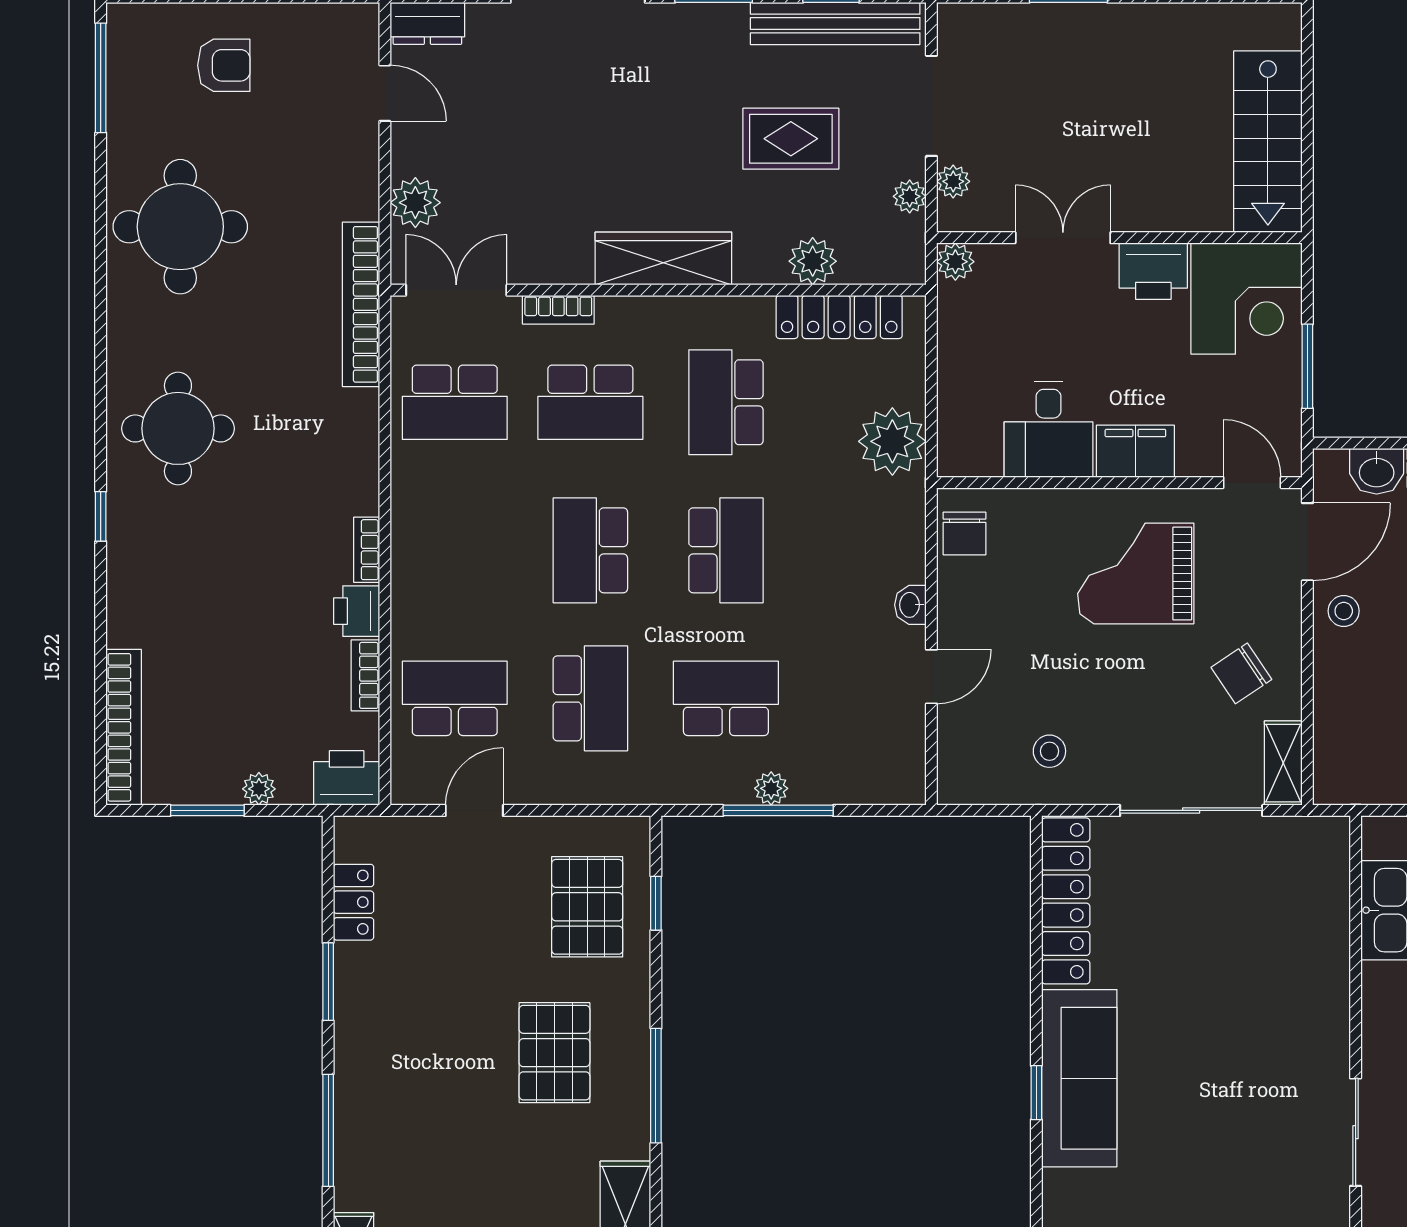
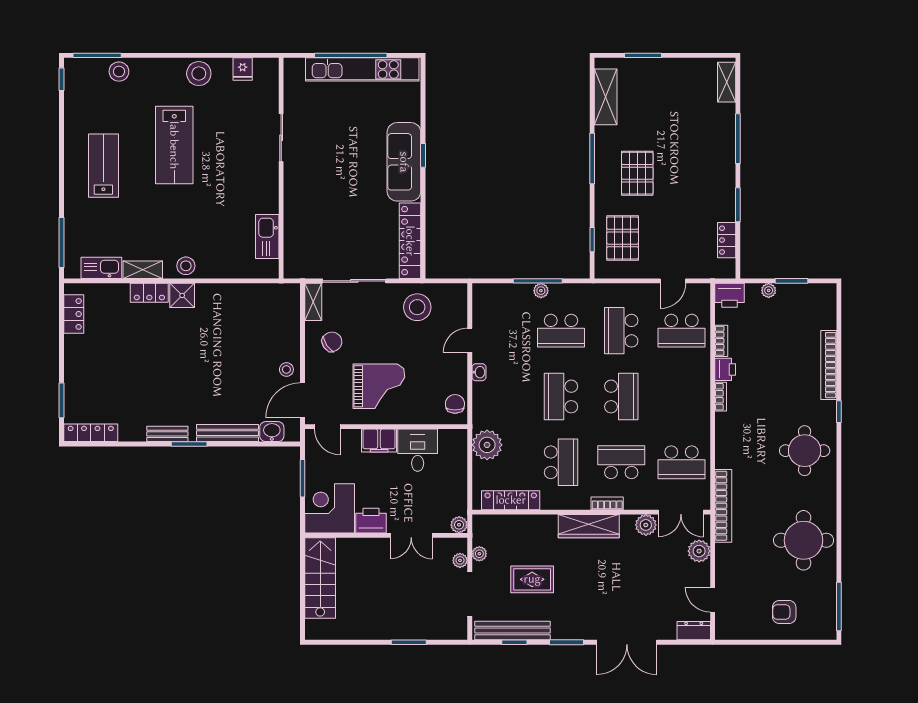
plant: (813, 261) -> (646, 525), moved
bookcase: (558, 310) -> (607, 503), moved
school desk: (455, 402) -> (682, 462), turned 180
bookcase: (124, 727) -> (829, 365), moved
stool: (1049, 751) -> (417, 307), width x1.89, depth x1.89

